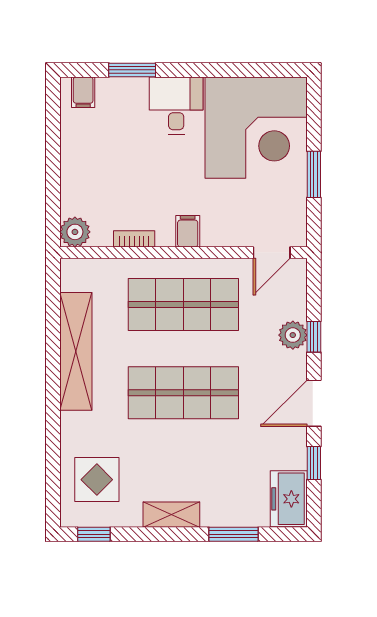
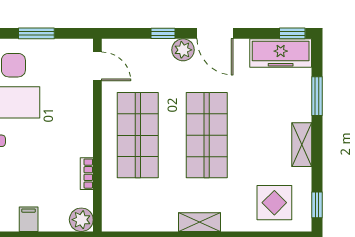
filing cabinet: (188, 231) -> (29, 219), moved, turned 90
plant: (293, 335) -> (183, 50), moved
shelving: (76, 351) -> (199, 222), width x0.45, depth x0.75
window: (314, 463) -> (292, 33), moved
freezer: (289, 499) -> (281, 53), width x1.40

